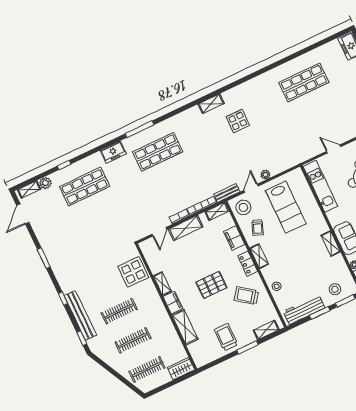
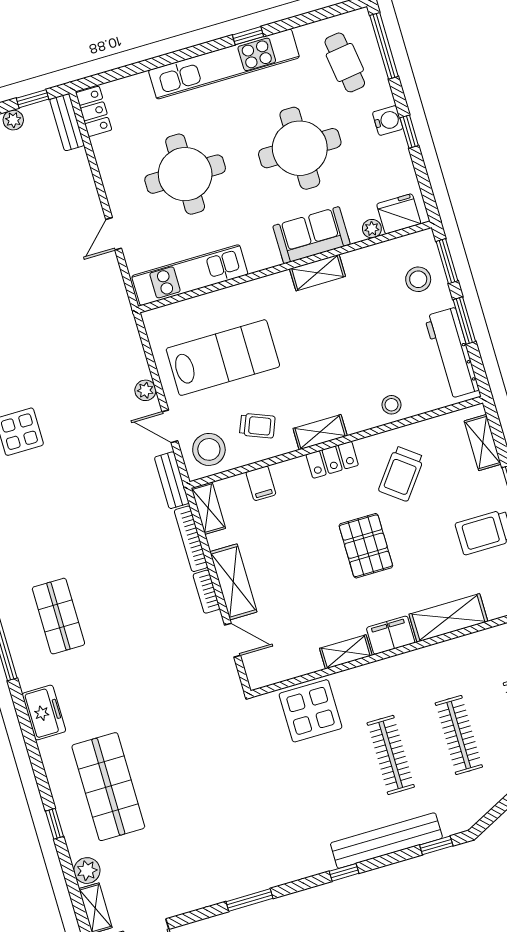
shop shelf: (158, 152) -> (58, 616), width x0.70, depth x0.74
filing cabinet: (234, 238) -> (261, 483), width x0.50

